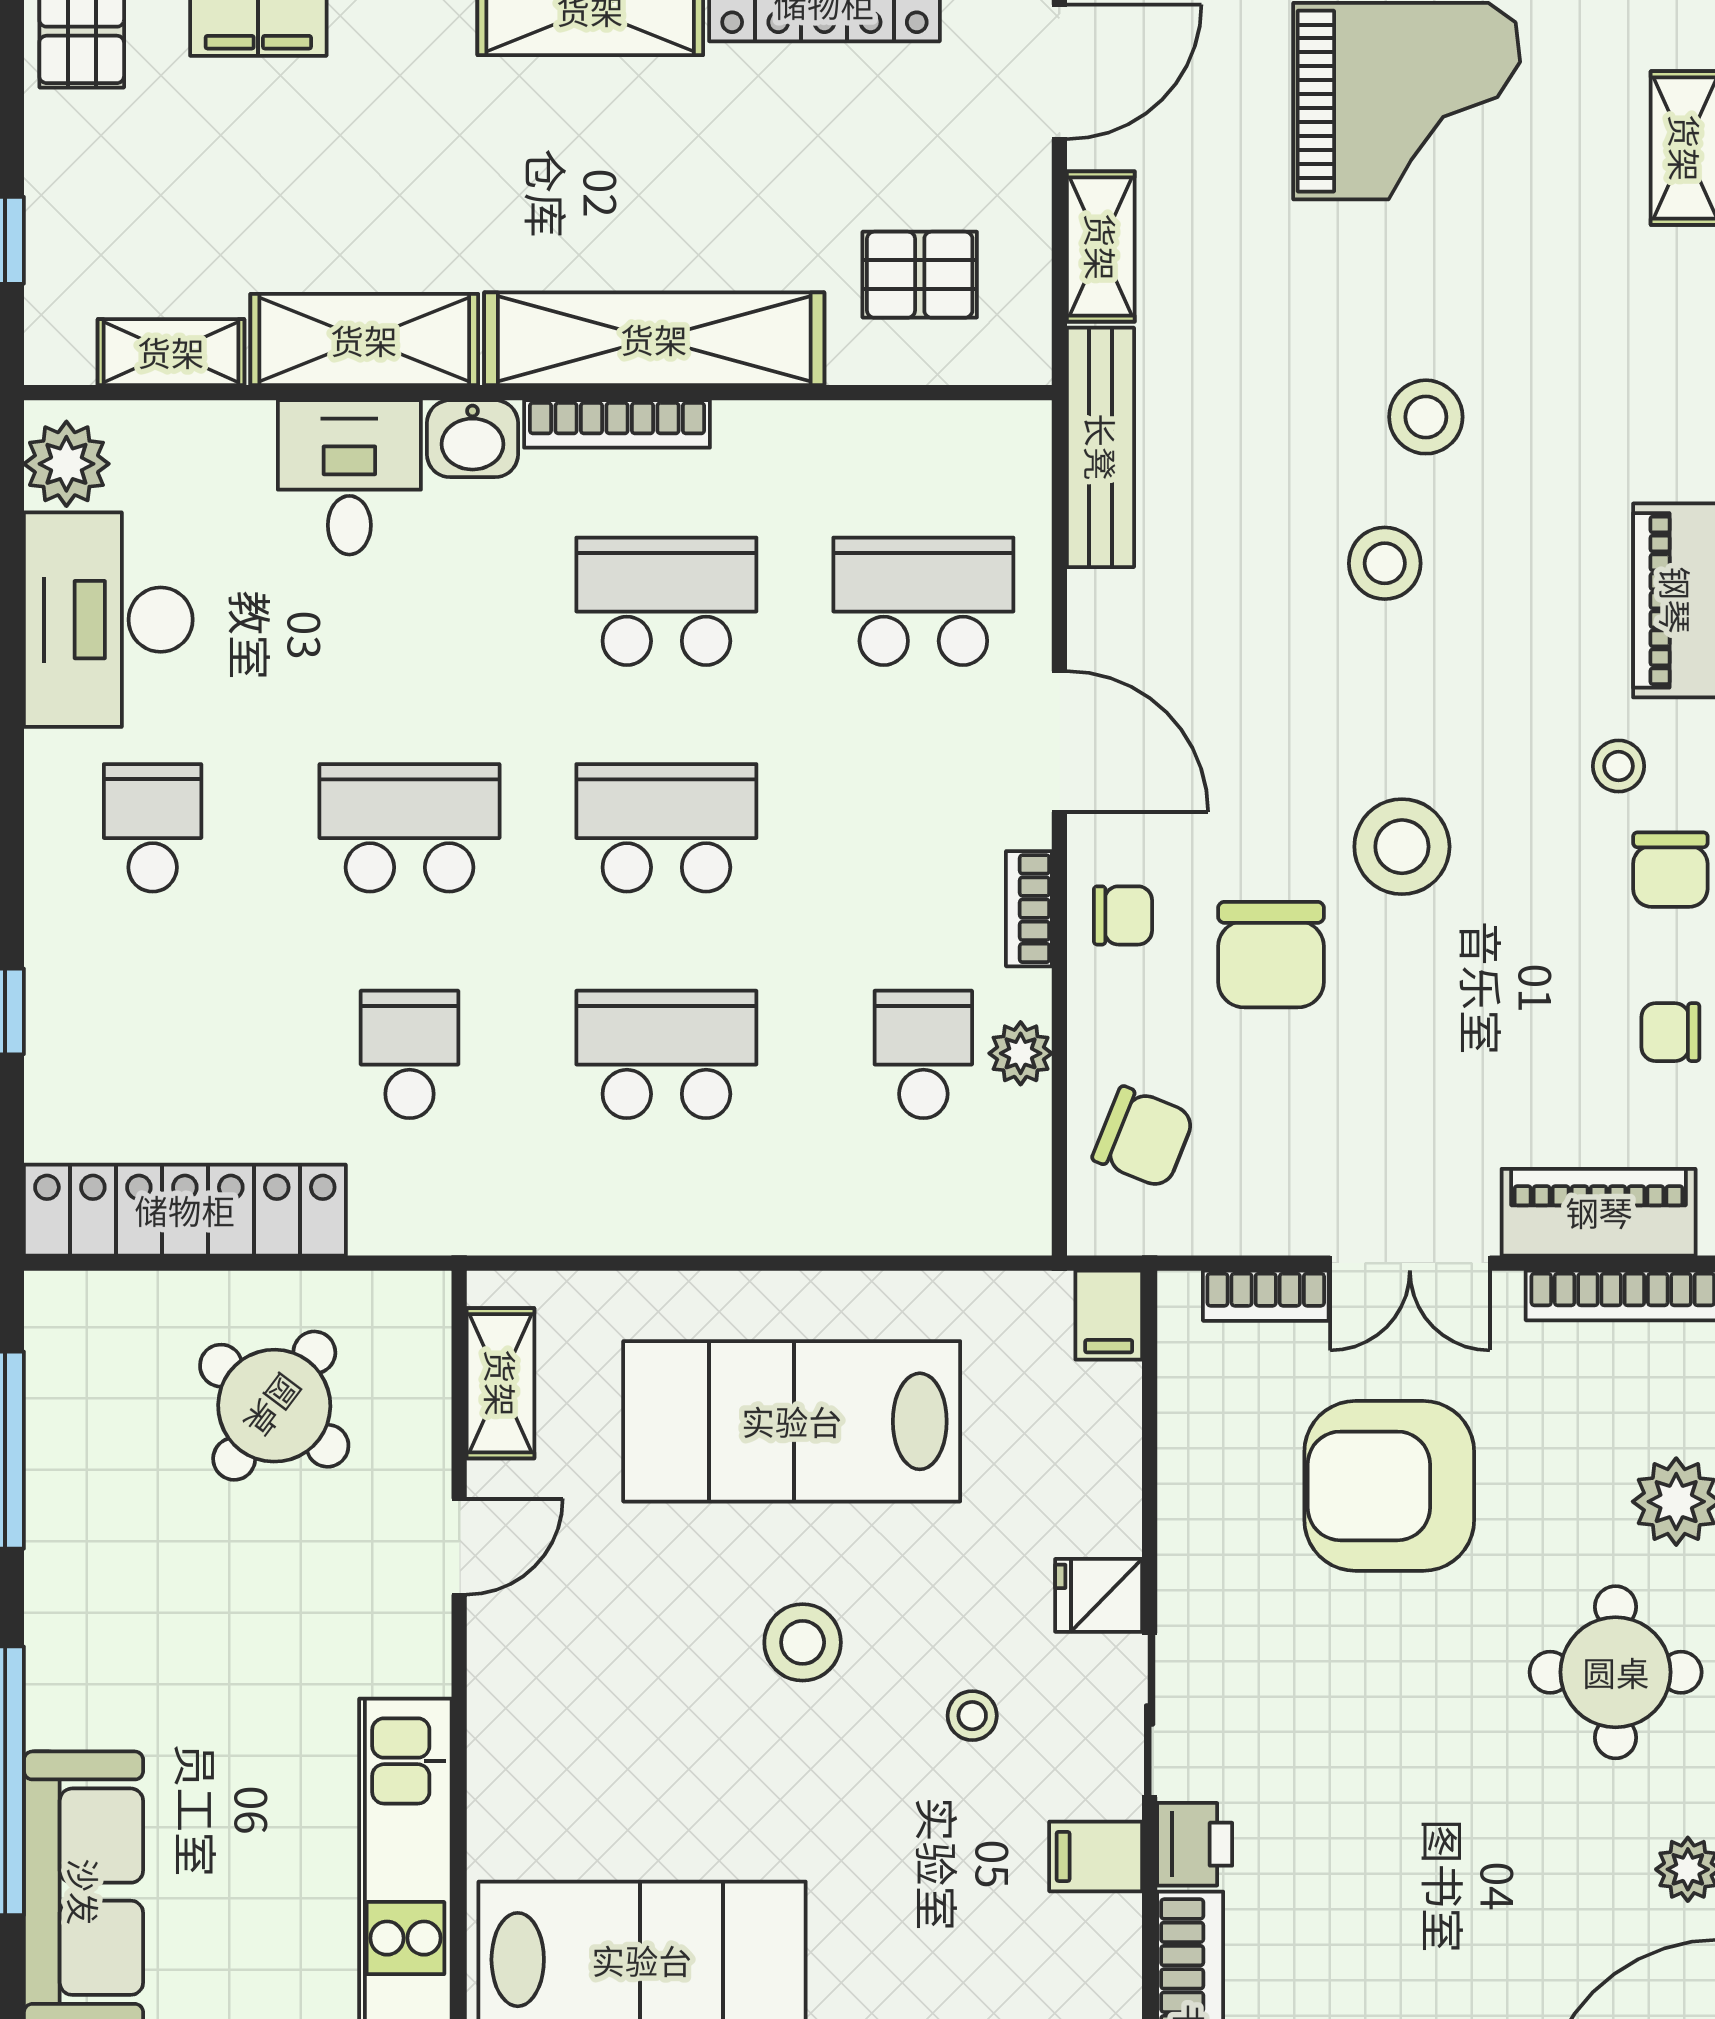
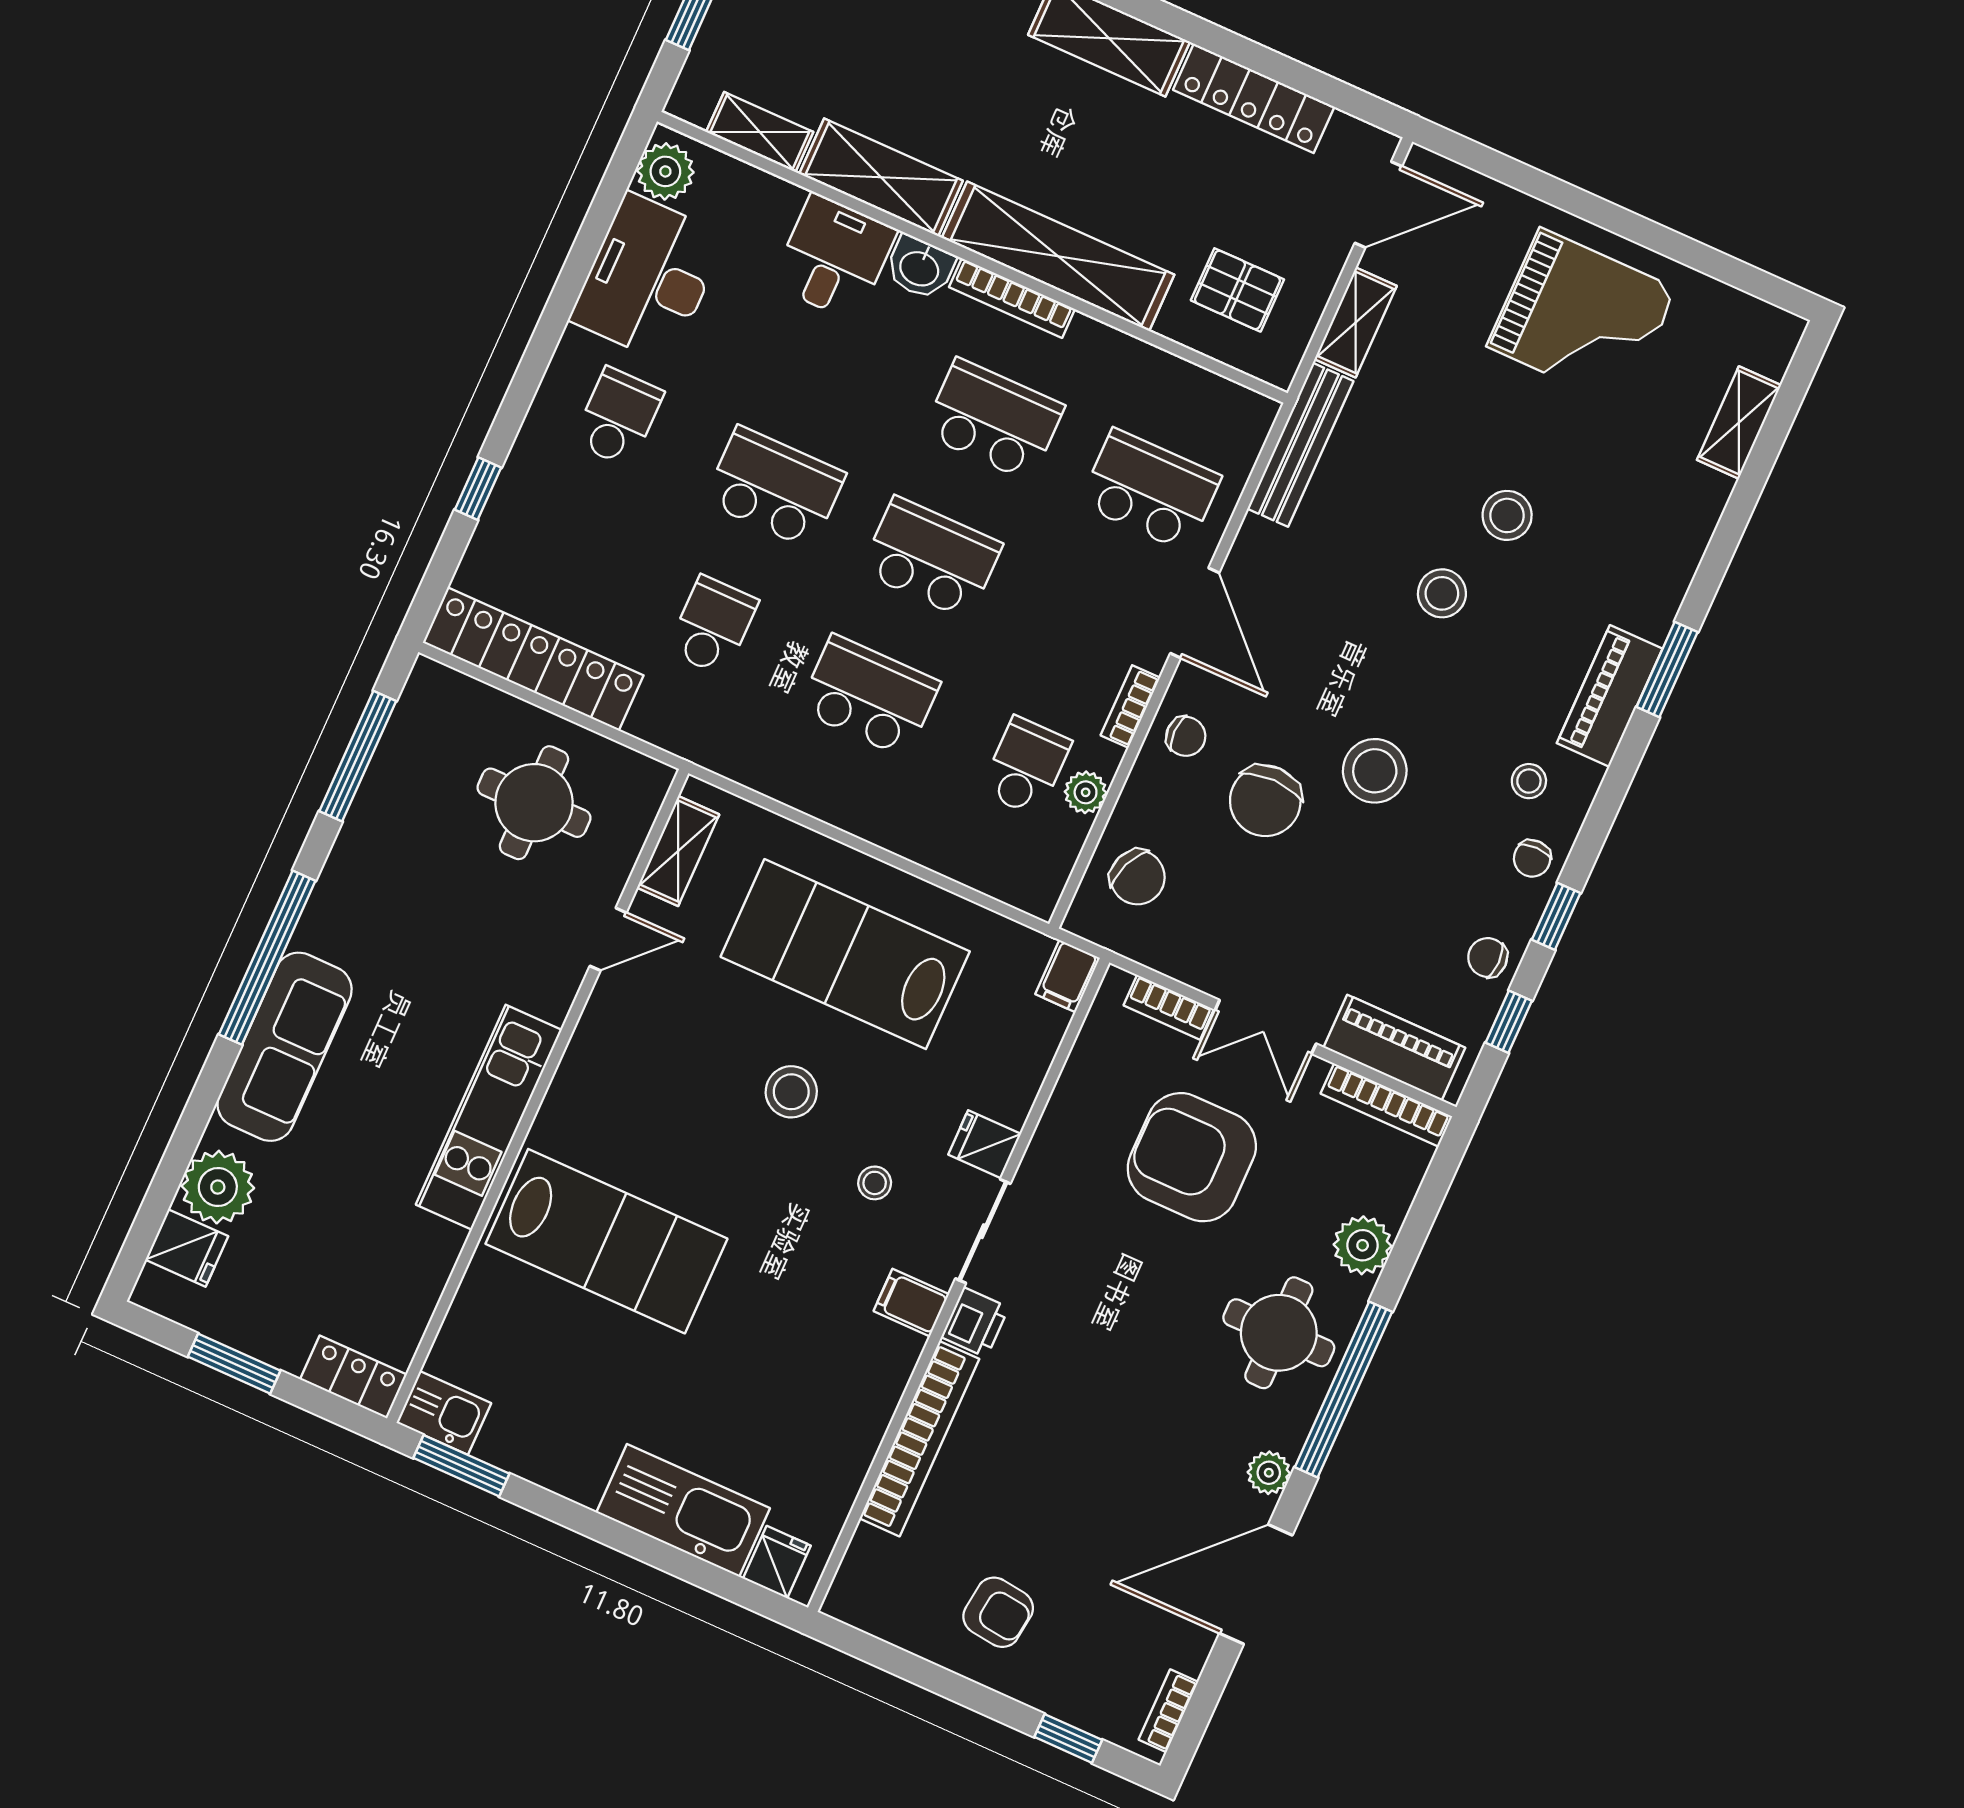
chair: (1670, 870) -> (1532, 858), width x0.73, depth x0.73
round table: (274, 1406) -> (534, 803), turned -37

